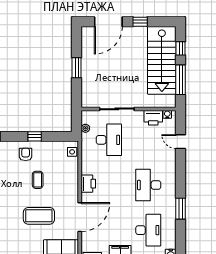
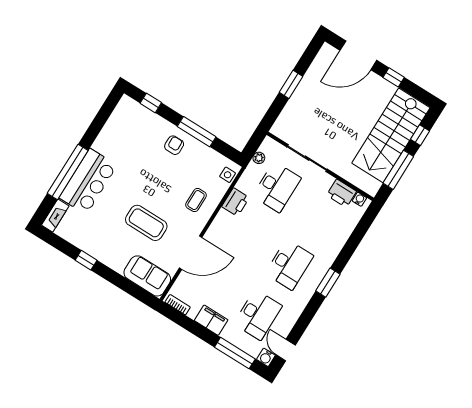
window: (35, 136) -> (197, 132), width x2.17
door: (181, 142) -> (286, 350), moved
coffee table: (38, 180) -> (196, 200), moved
printer: (88, 184) -> (235, 202), moved
desk: (148, 185) -> (289, 265), turned 180
window: (181, 209) -> (328, 283), moved

